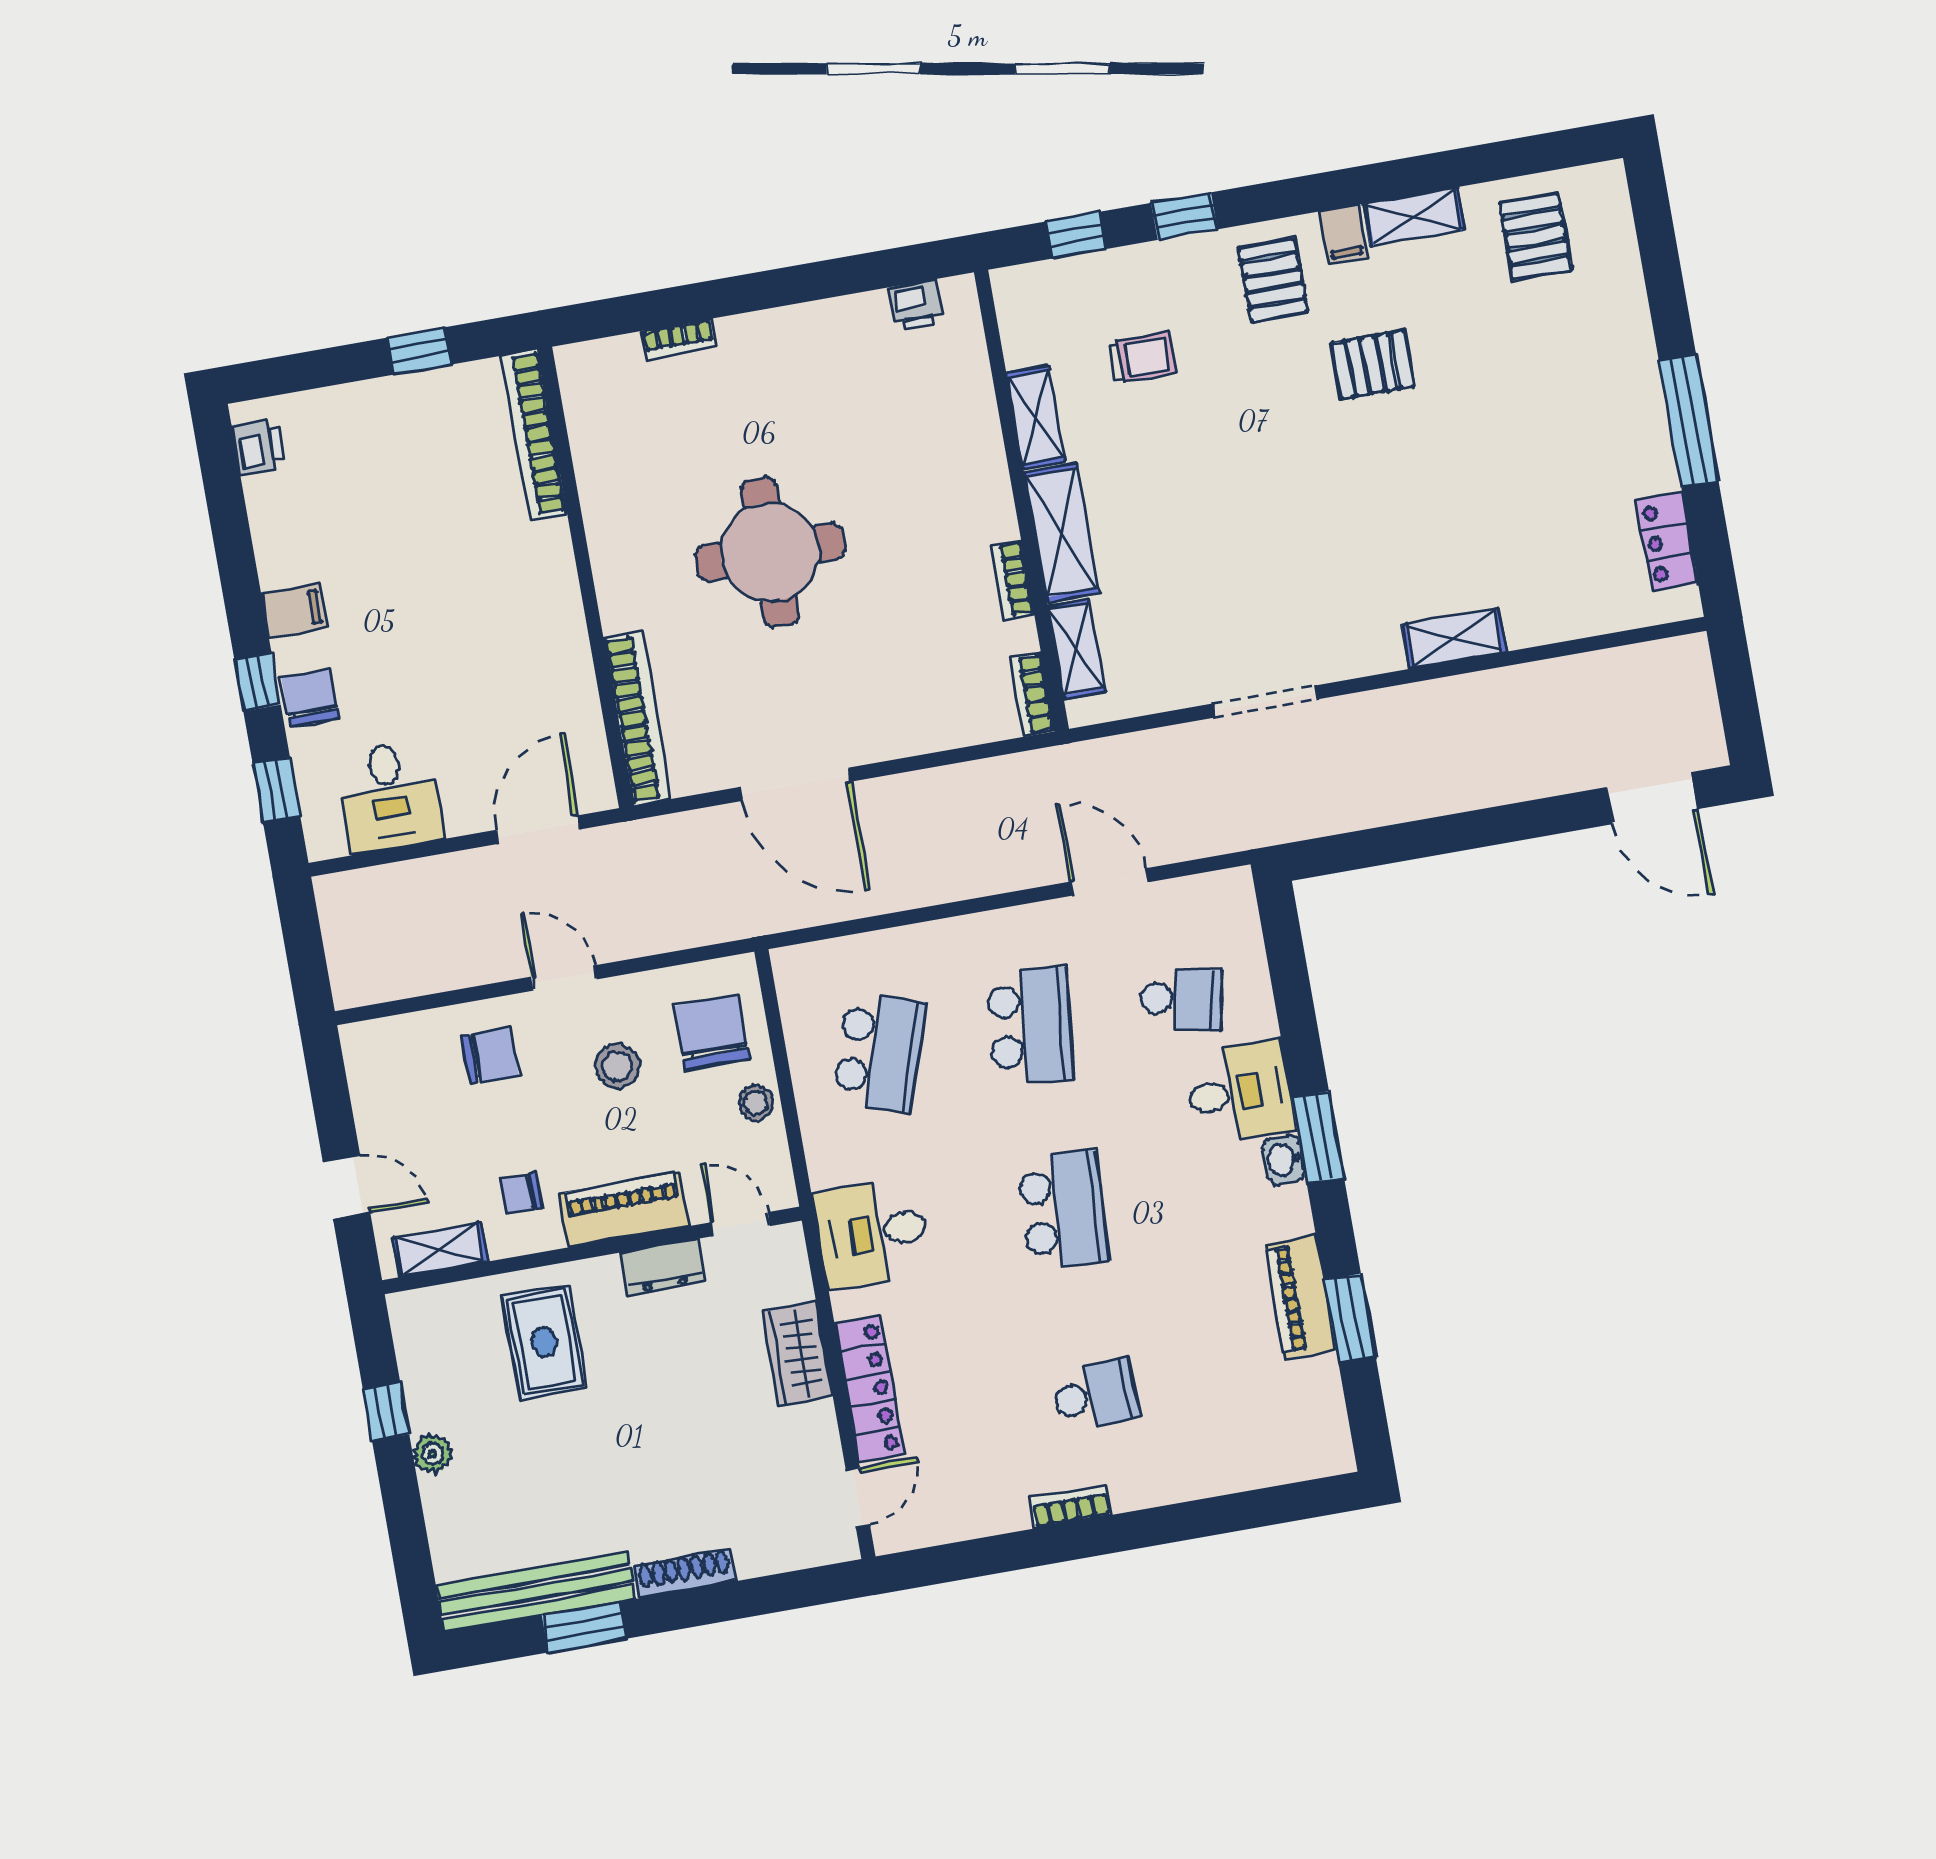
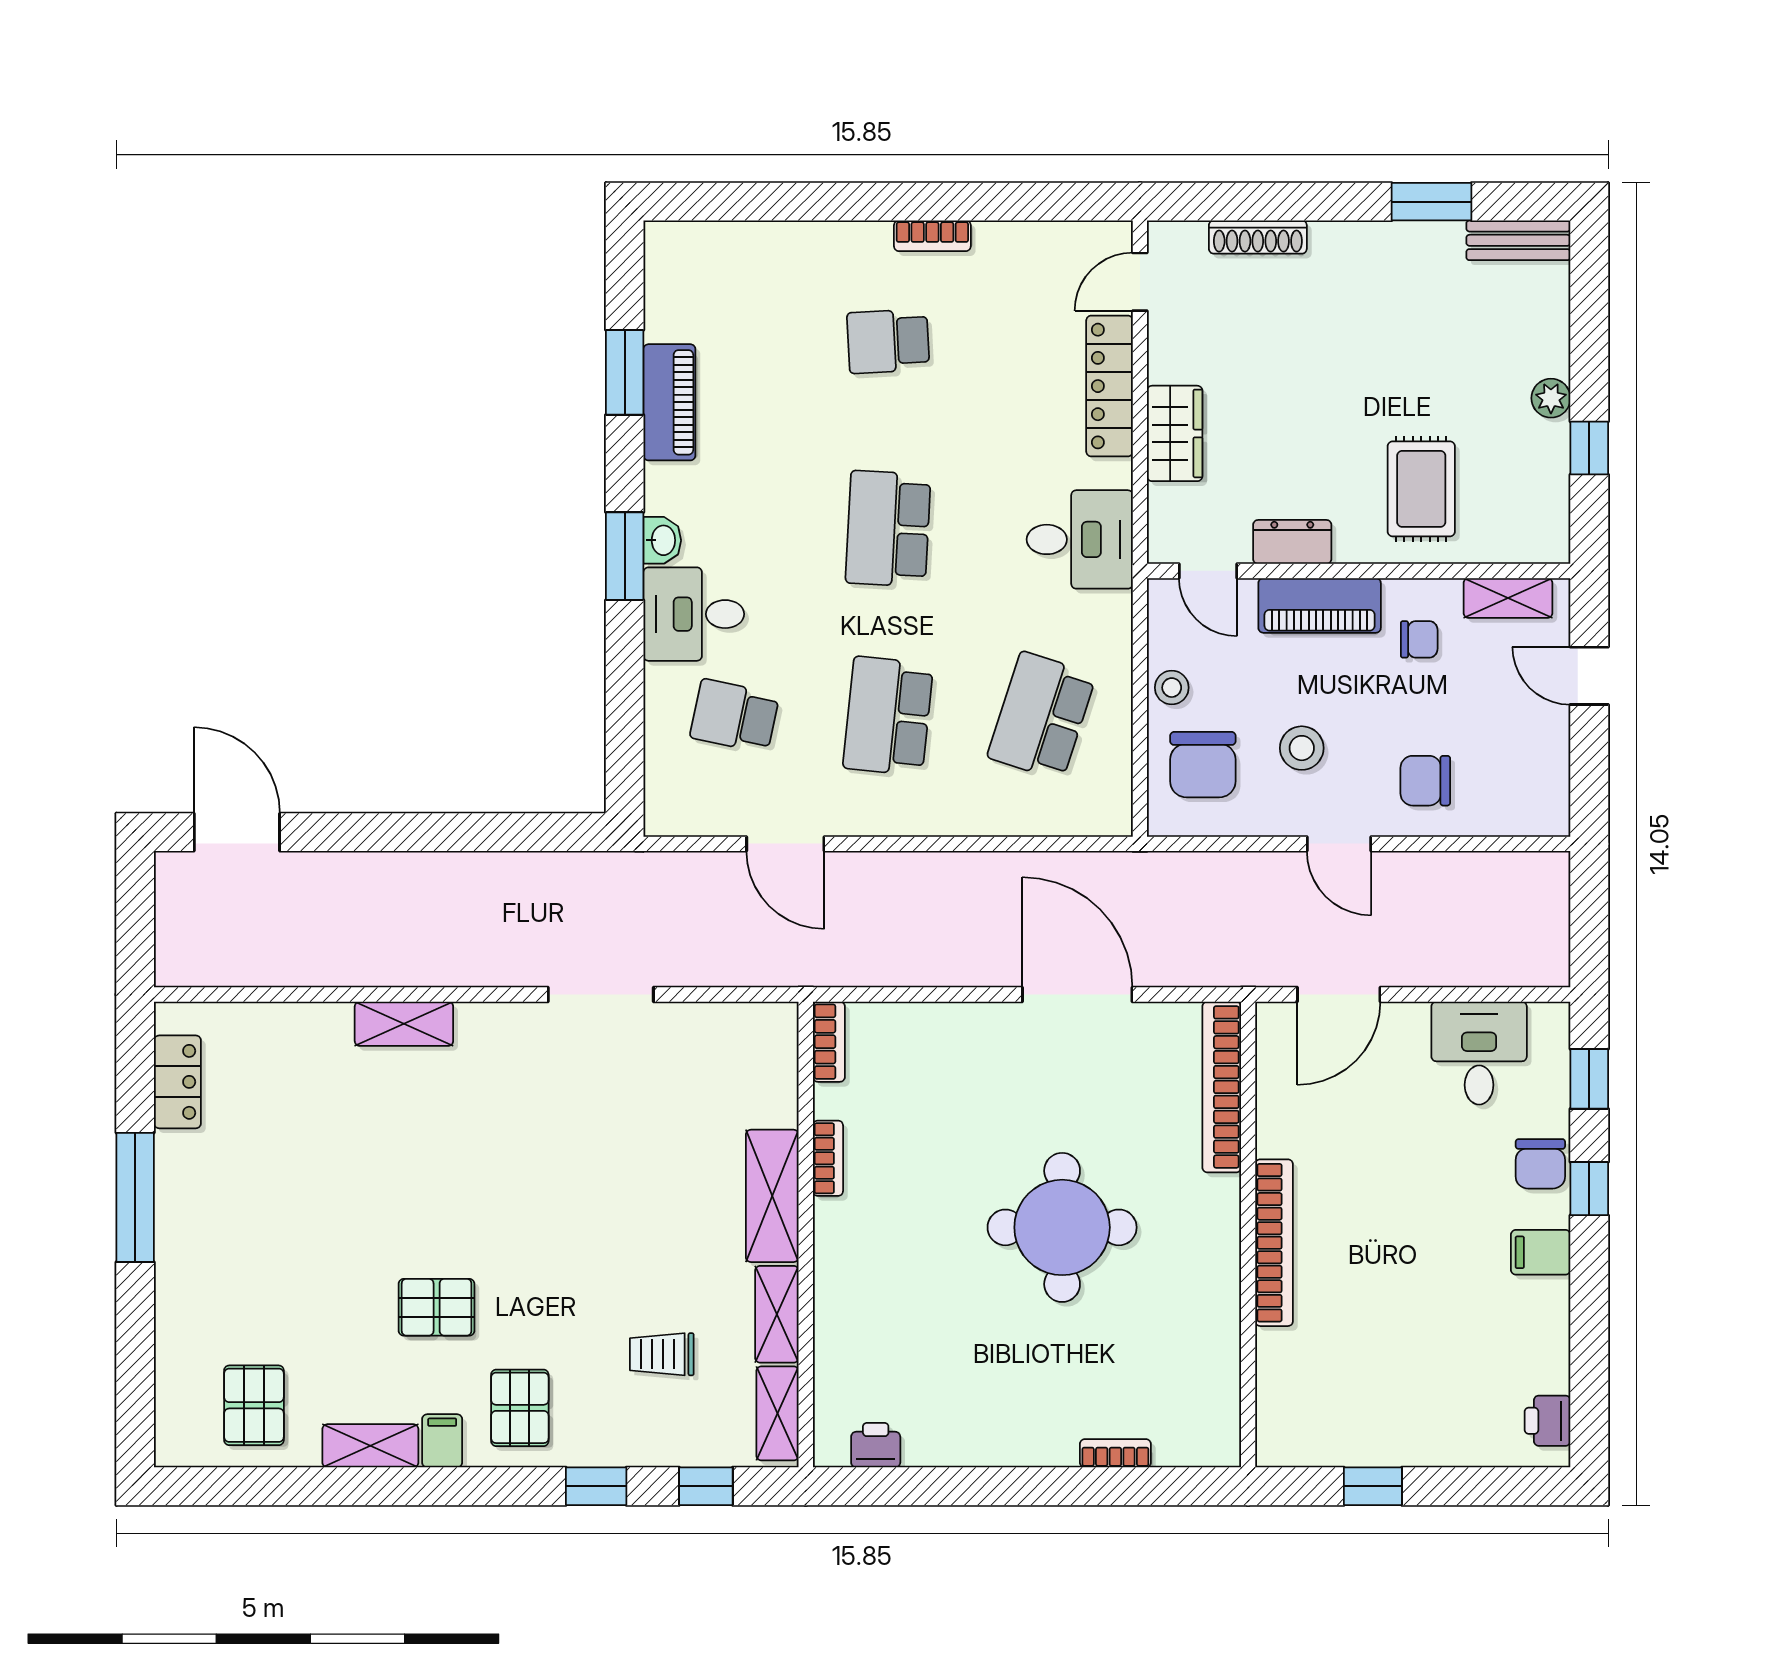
bookcase: (534, 435) -> (1274, 1243), moved
shelving: (1076, 649) -> (778, 1413), moved
shoe rack: (685, 1573) -> (1258, 237), moved
bench: (536, 1592) -> (1518, 240), width x0.54, depth x0.82

